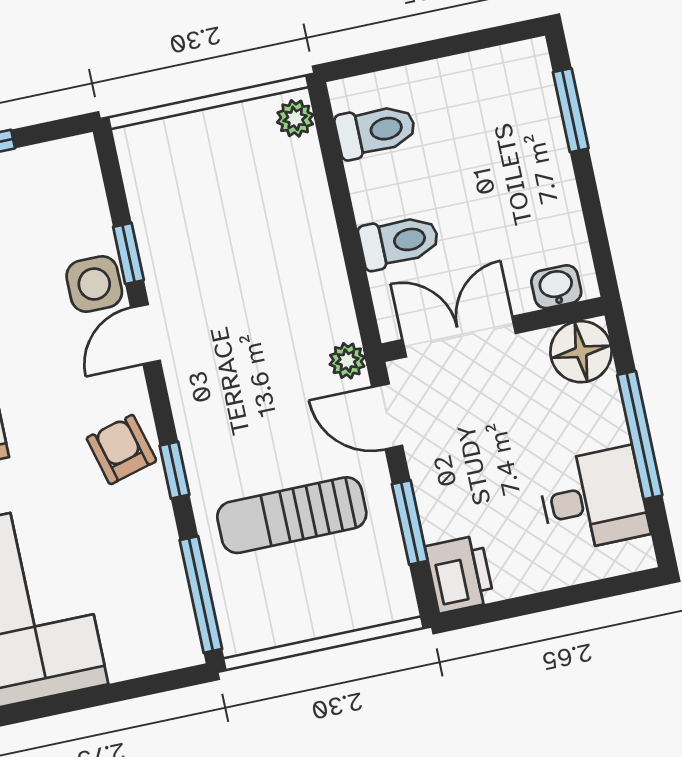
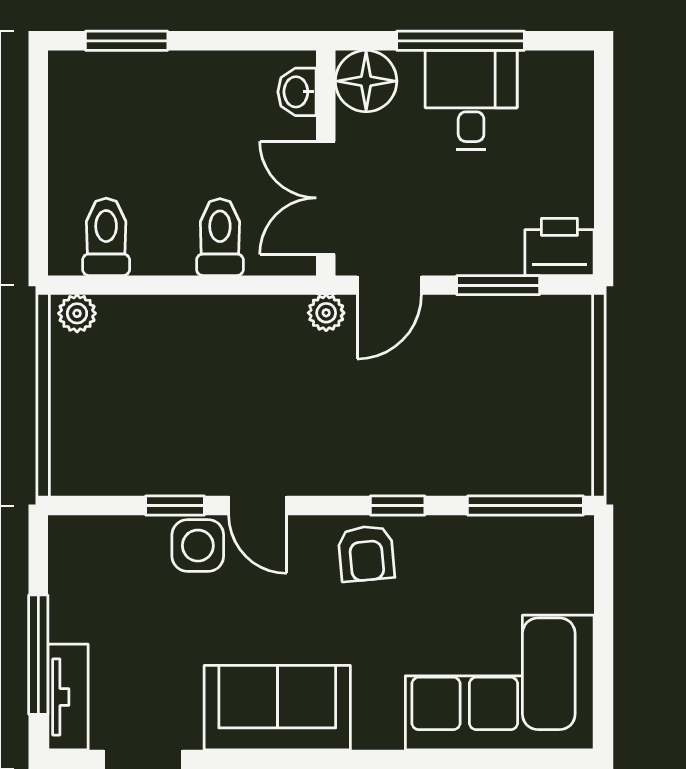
armchair: (121, 449) -> (366, 553), turned -80
desk: (593, 499) -> (471, 100), moved
sun lounger: (292, 515) -> (466, 400), removed

